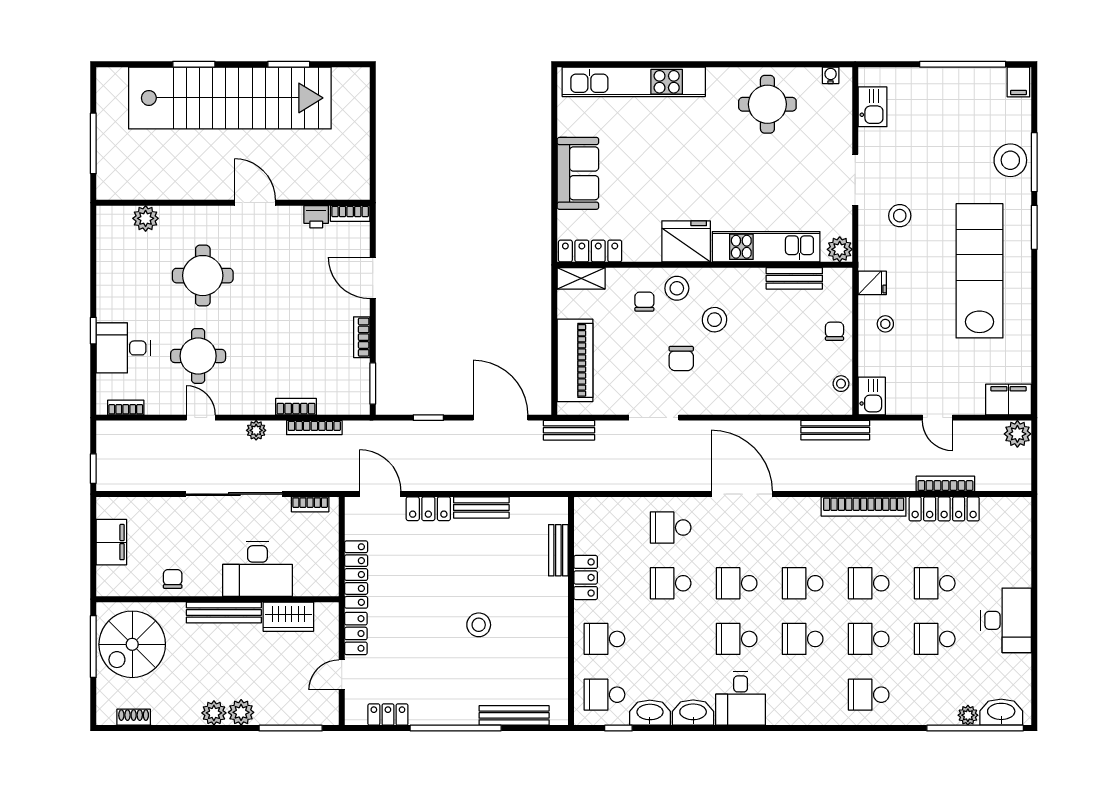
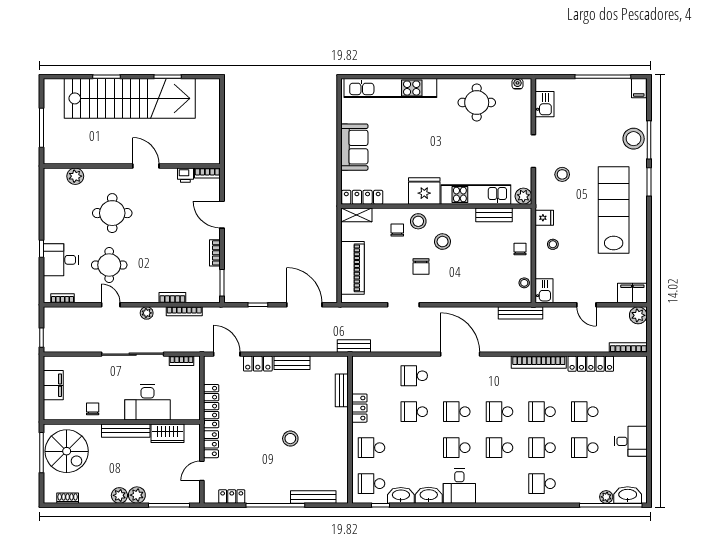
bench: (569, 430) -> (354, 346), moved
bookcase: (945, 484) -> (628, 347), moved
desk: (1006, 620) -> (631, 441), width x0.73
spiral stairs: (132, 644) -> (67, 451), turned -90

